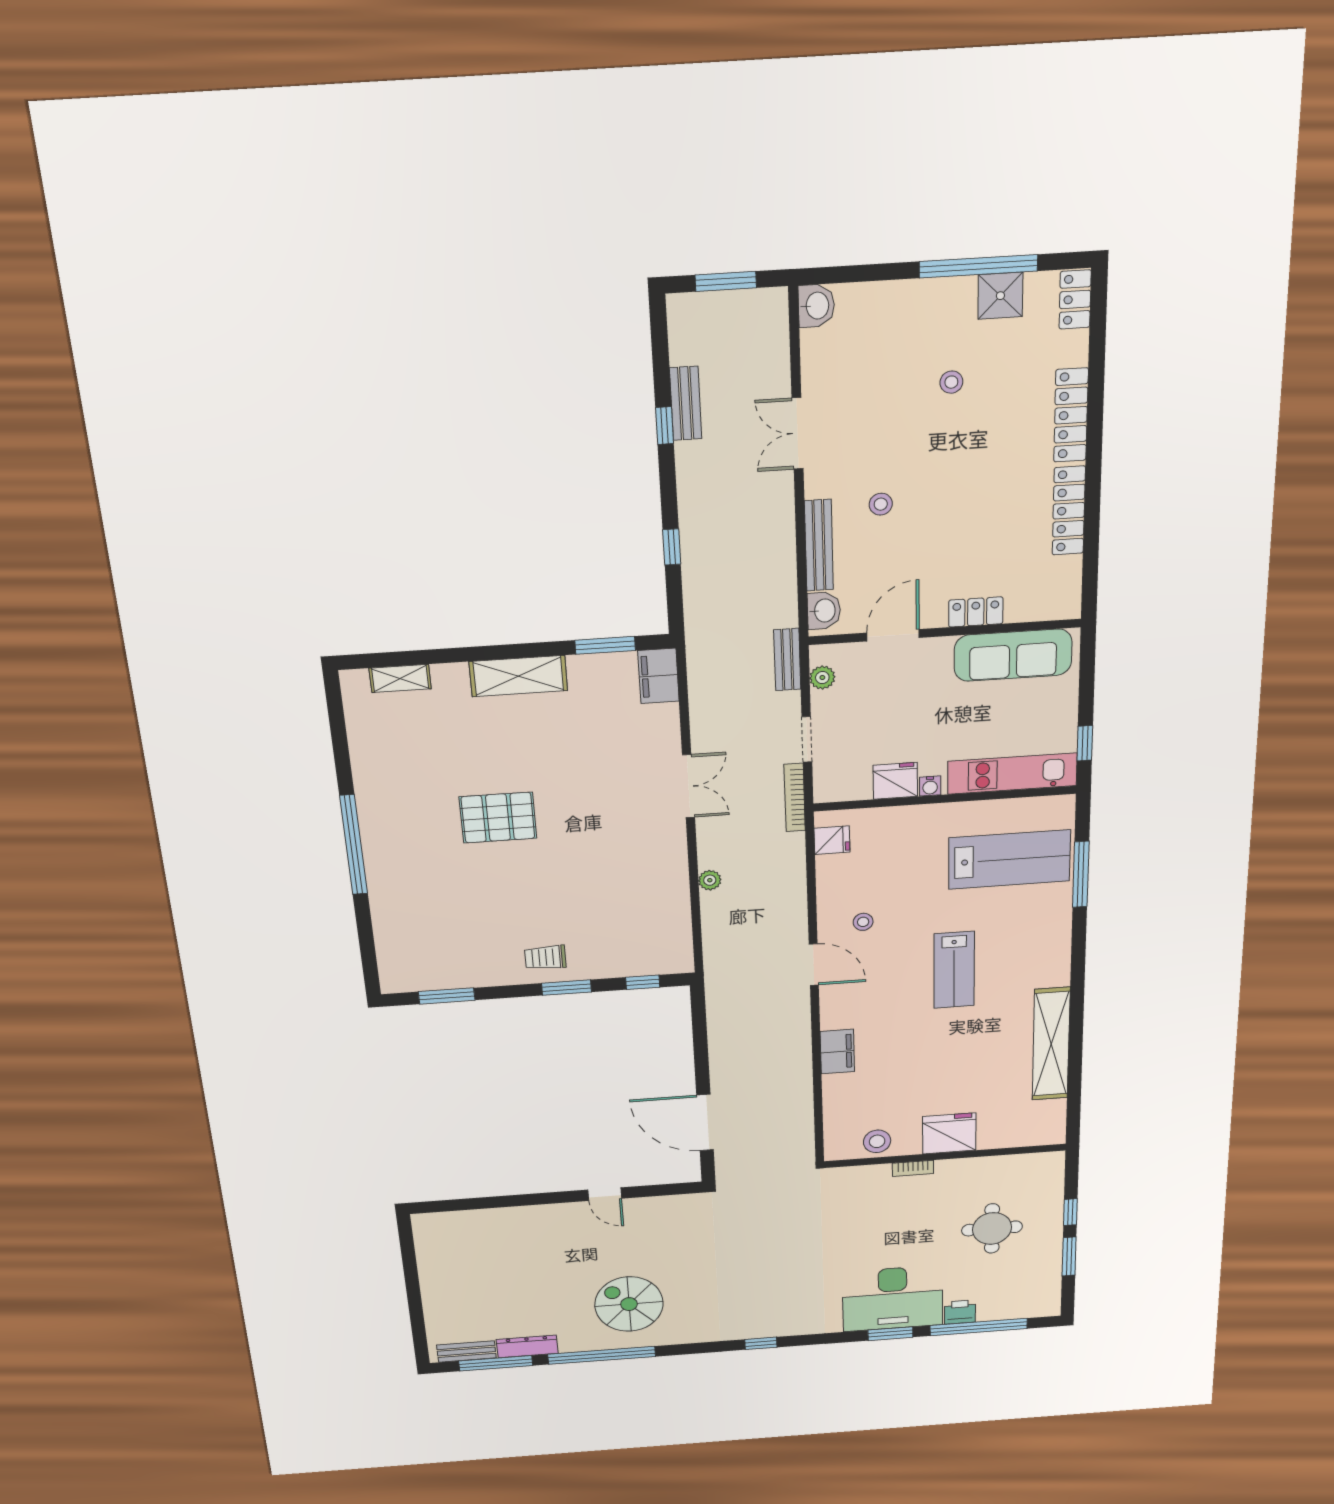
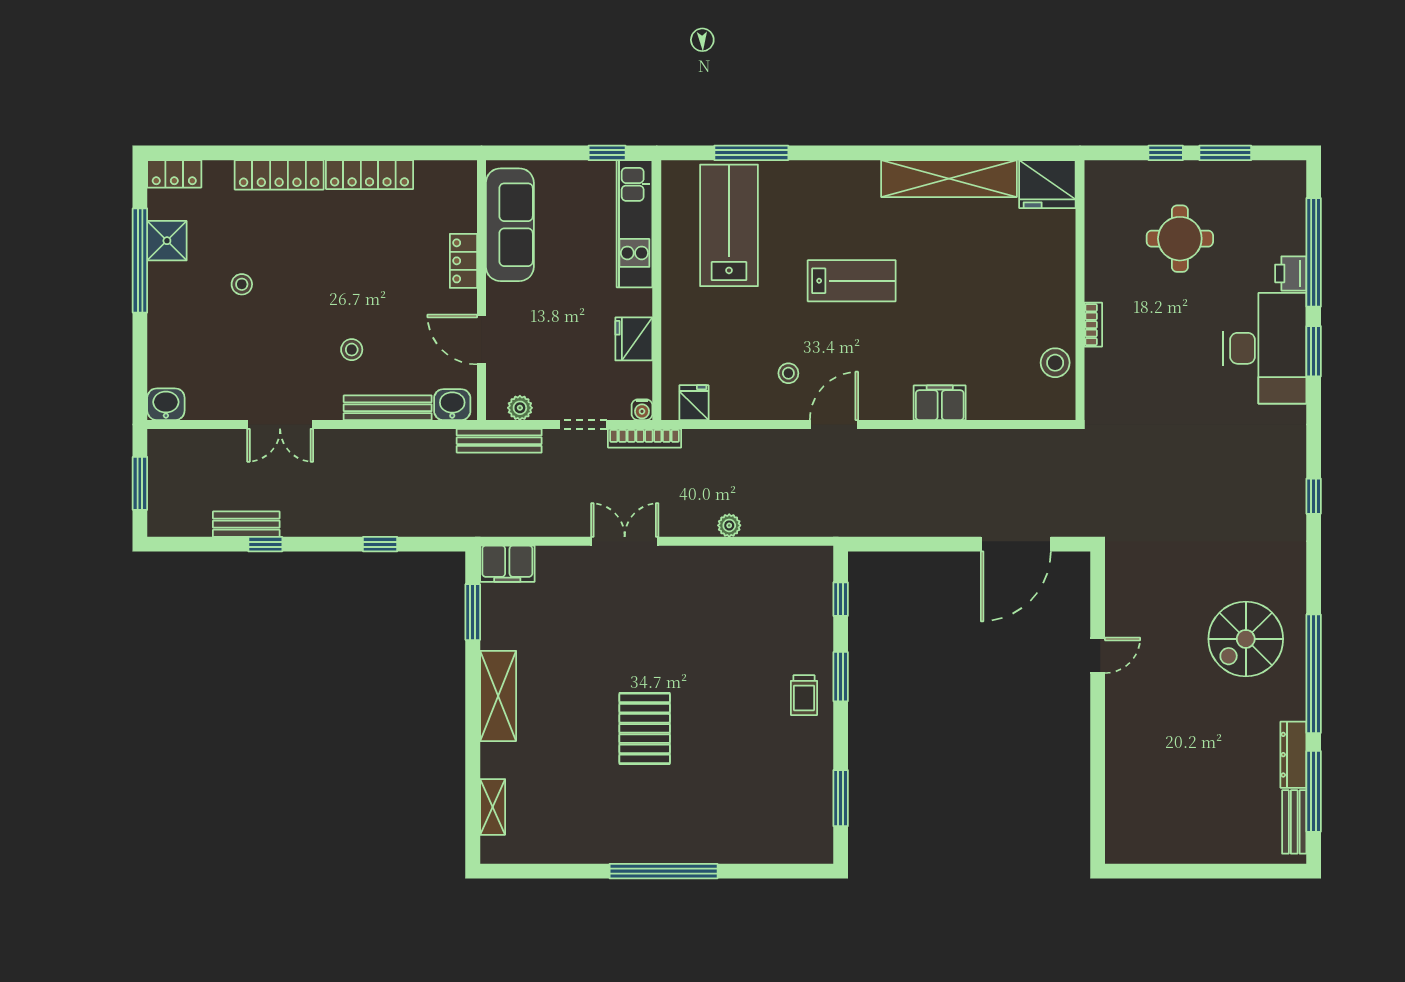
bench: (787, 660) -> (499, 441), width x1.36
water cooler: (930, 786) -> (642, 410), moved, turned 90
fridge: (949, 1133) -> (1047, 184), moved, turned -90

